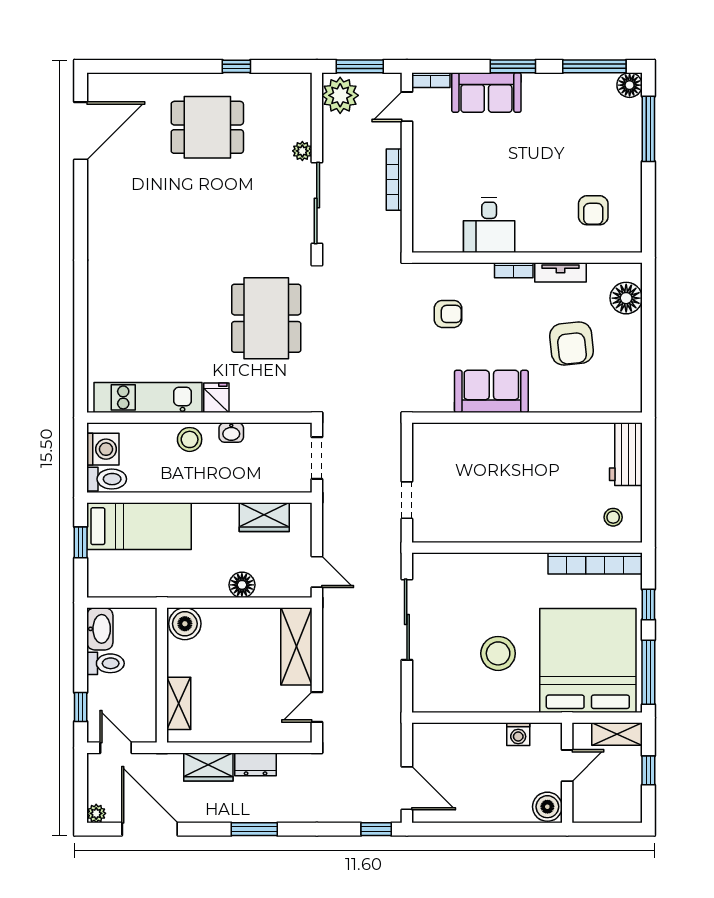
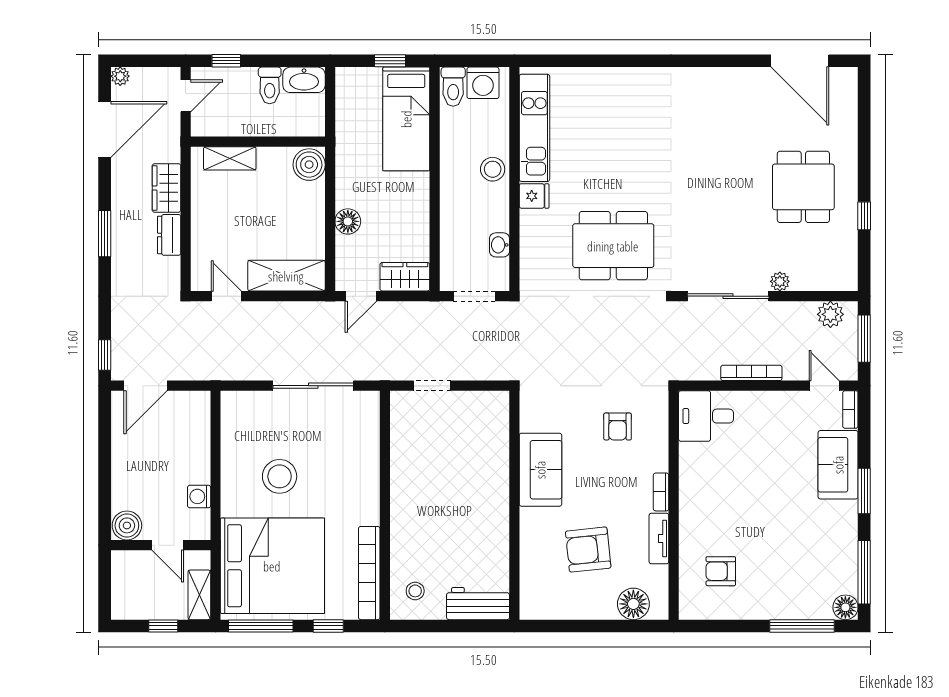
plant: (340, 95) -> (830, 314), width x0.73, depth x0.73
desk: (489, 225) -> (706, 416), moved
washbasin: (231, 433) -> (499, 245), moved
wardrobe: (264, 517) -> (405, 277), moved, turned 90

